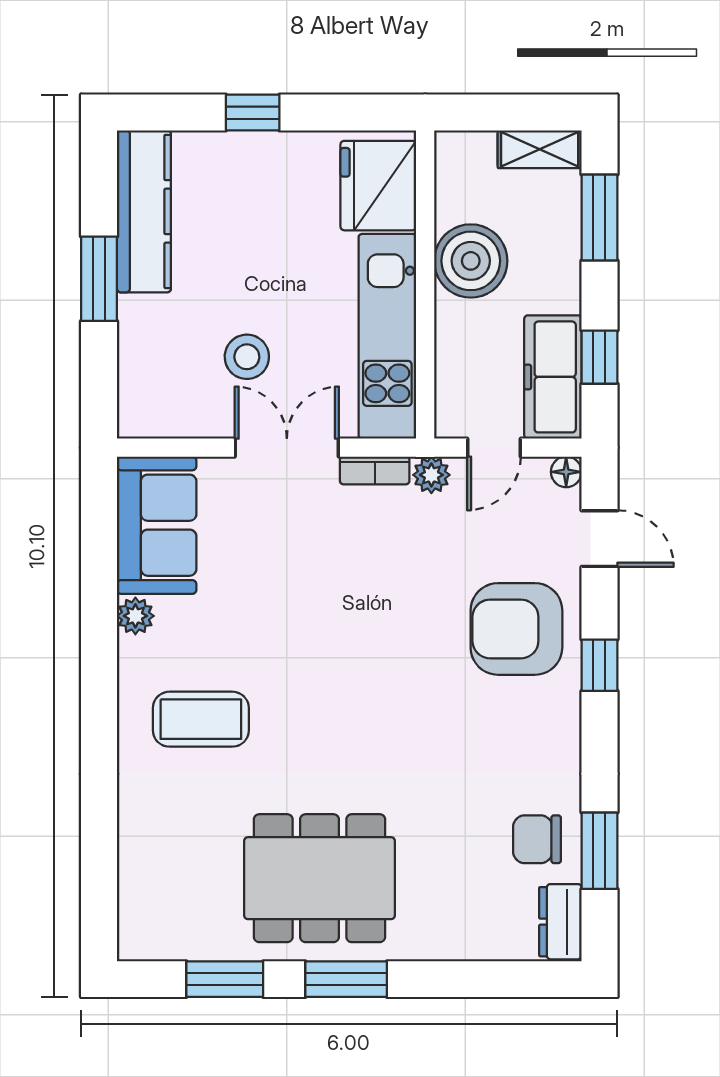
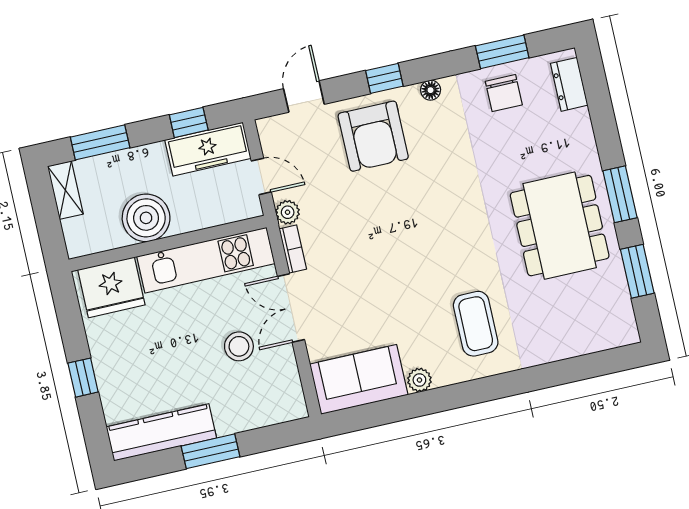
floor lamp: (566, 472) -> (431, 90), moved
dresser: (560, 922) -> (569, 84), moved, turned 90

